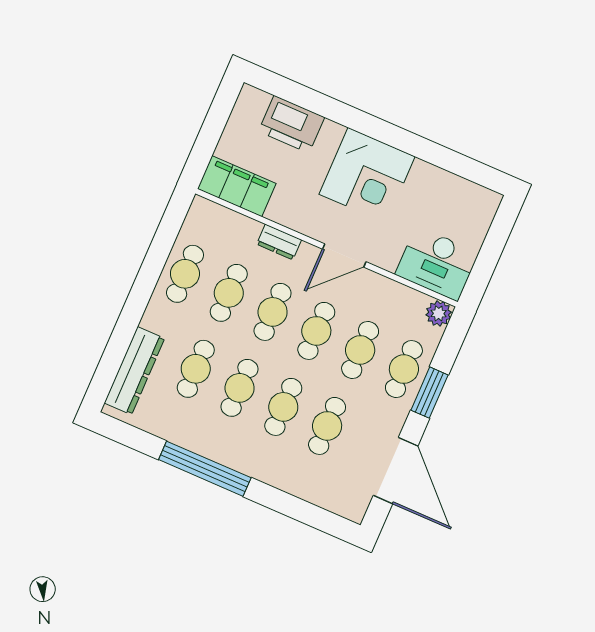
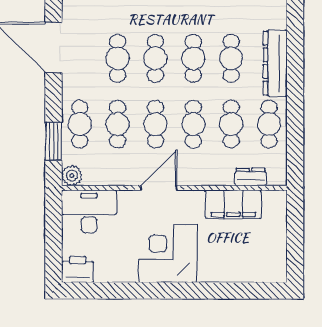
printer: (292, 124) -> (78, 269), moved, width x0.73, depth x0.84
filing cabinet: (237, 186) -> (233, 204), moved
dresser: (279, 242) -> (251, 177), moved
dresser: (134, 371) -> (275, 63), moved
window: (429, 393) -> (54, 141), moved

